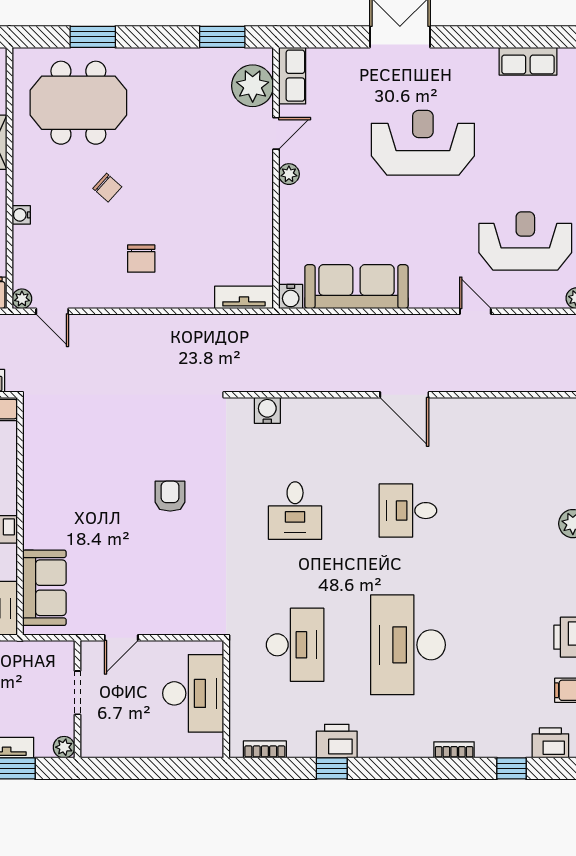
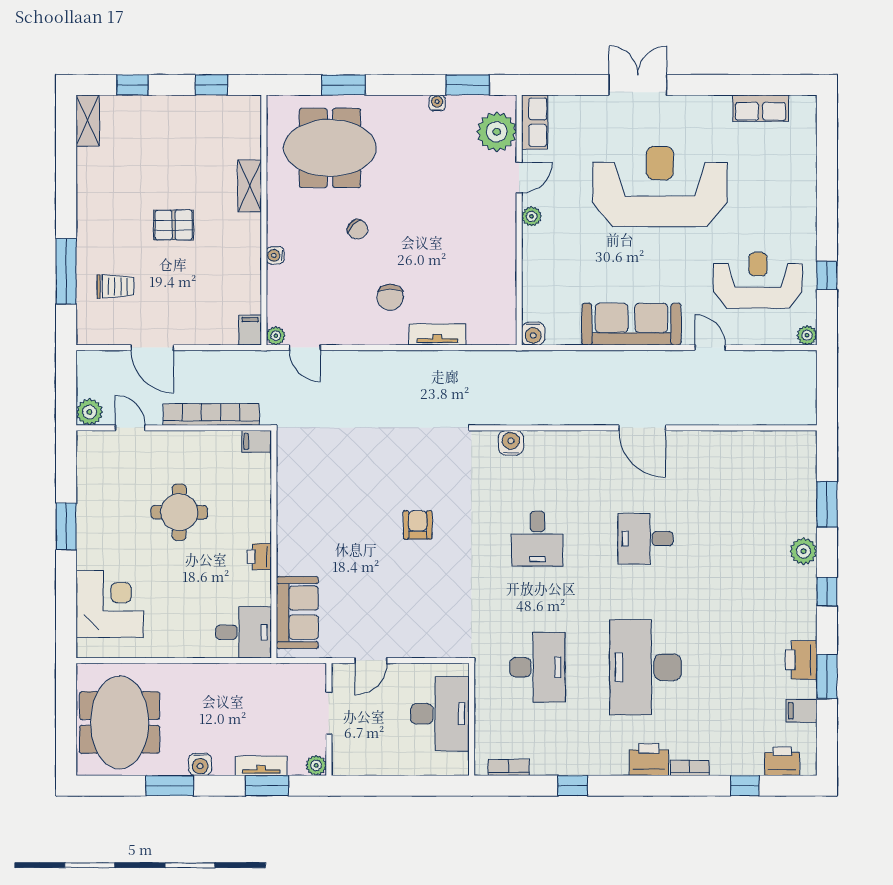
water cooler: (190, 56) -> (437, 103), added
reception desk: (423, 143) -> (660, 186), width x1.36, depth x1.30
sofa: (356, 287) -> (631, 324), moved
tv unit: (244, 297) -> (437, 334), moved
printer: (337, 741) -> (649, 760), moved

